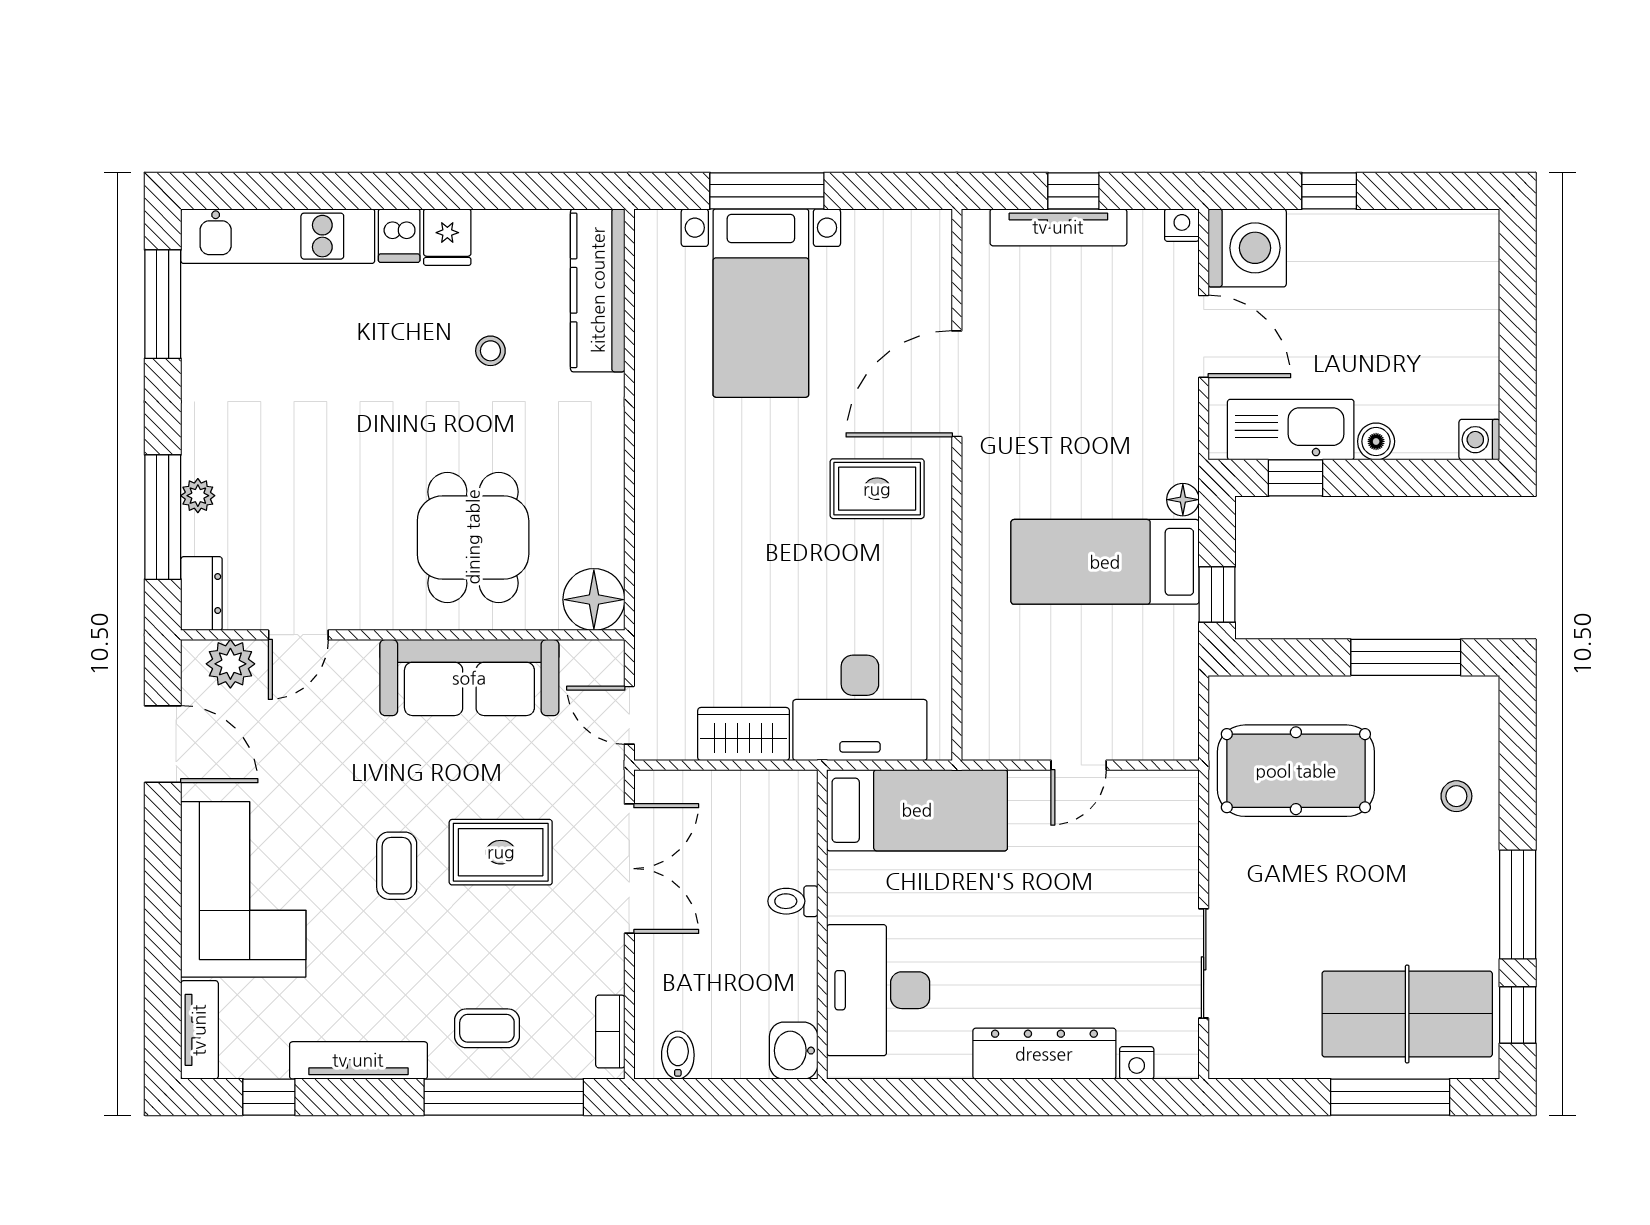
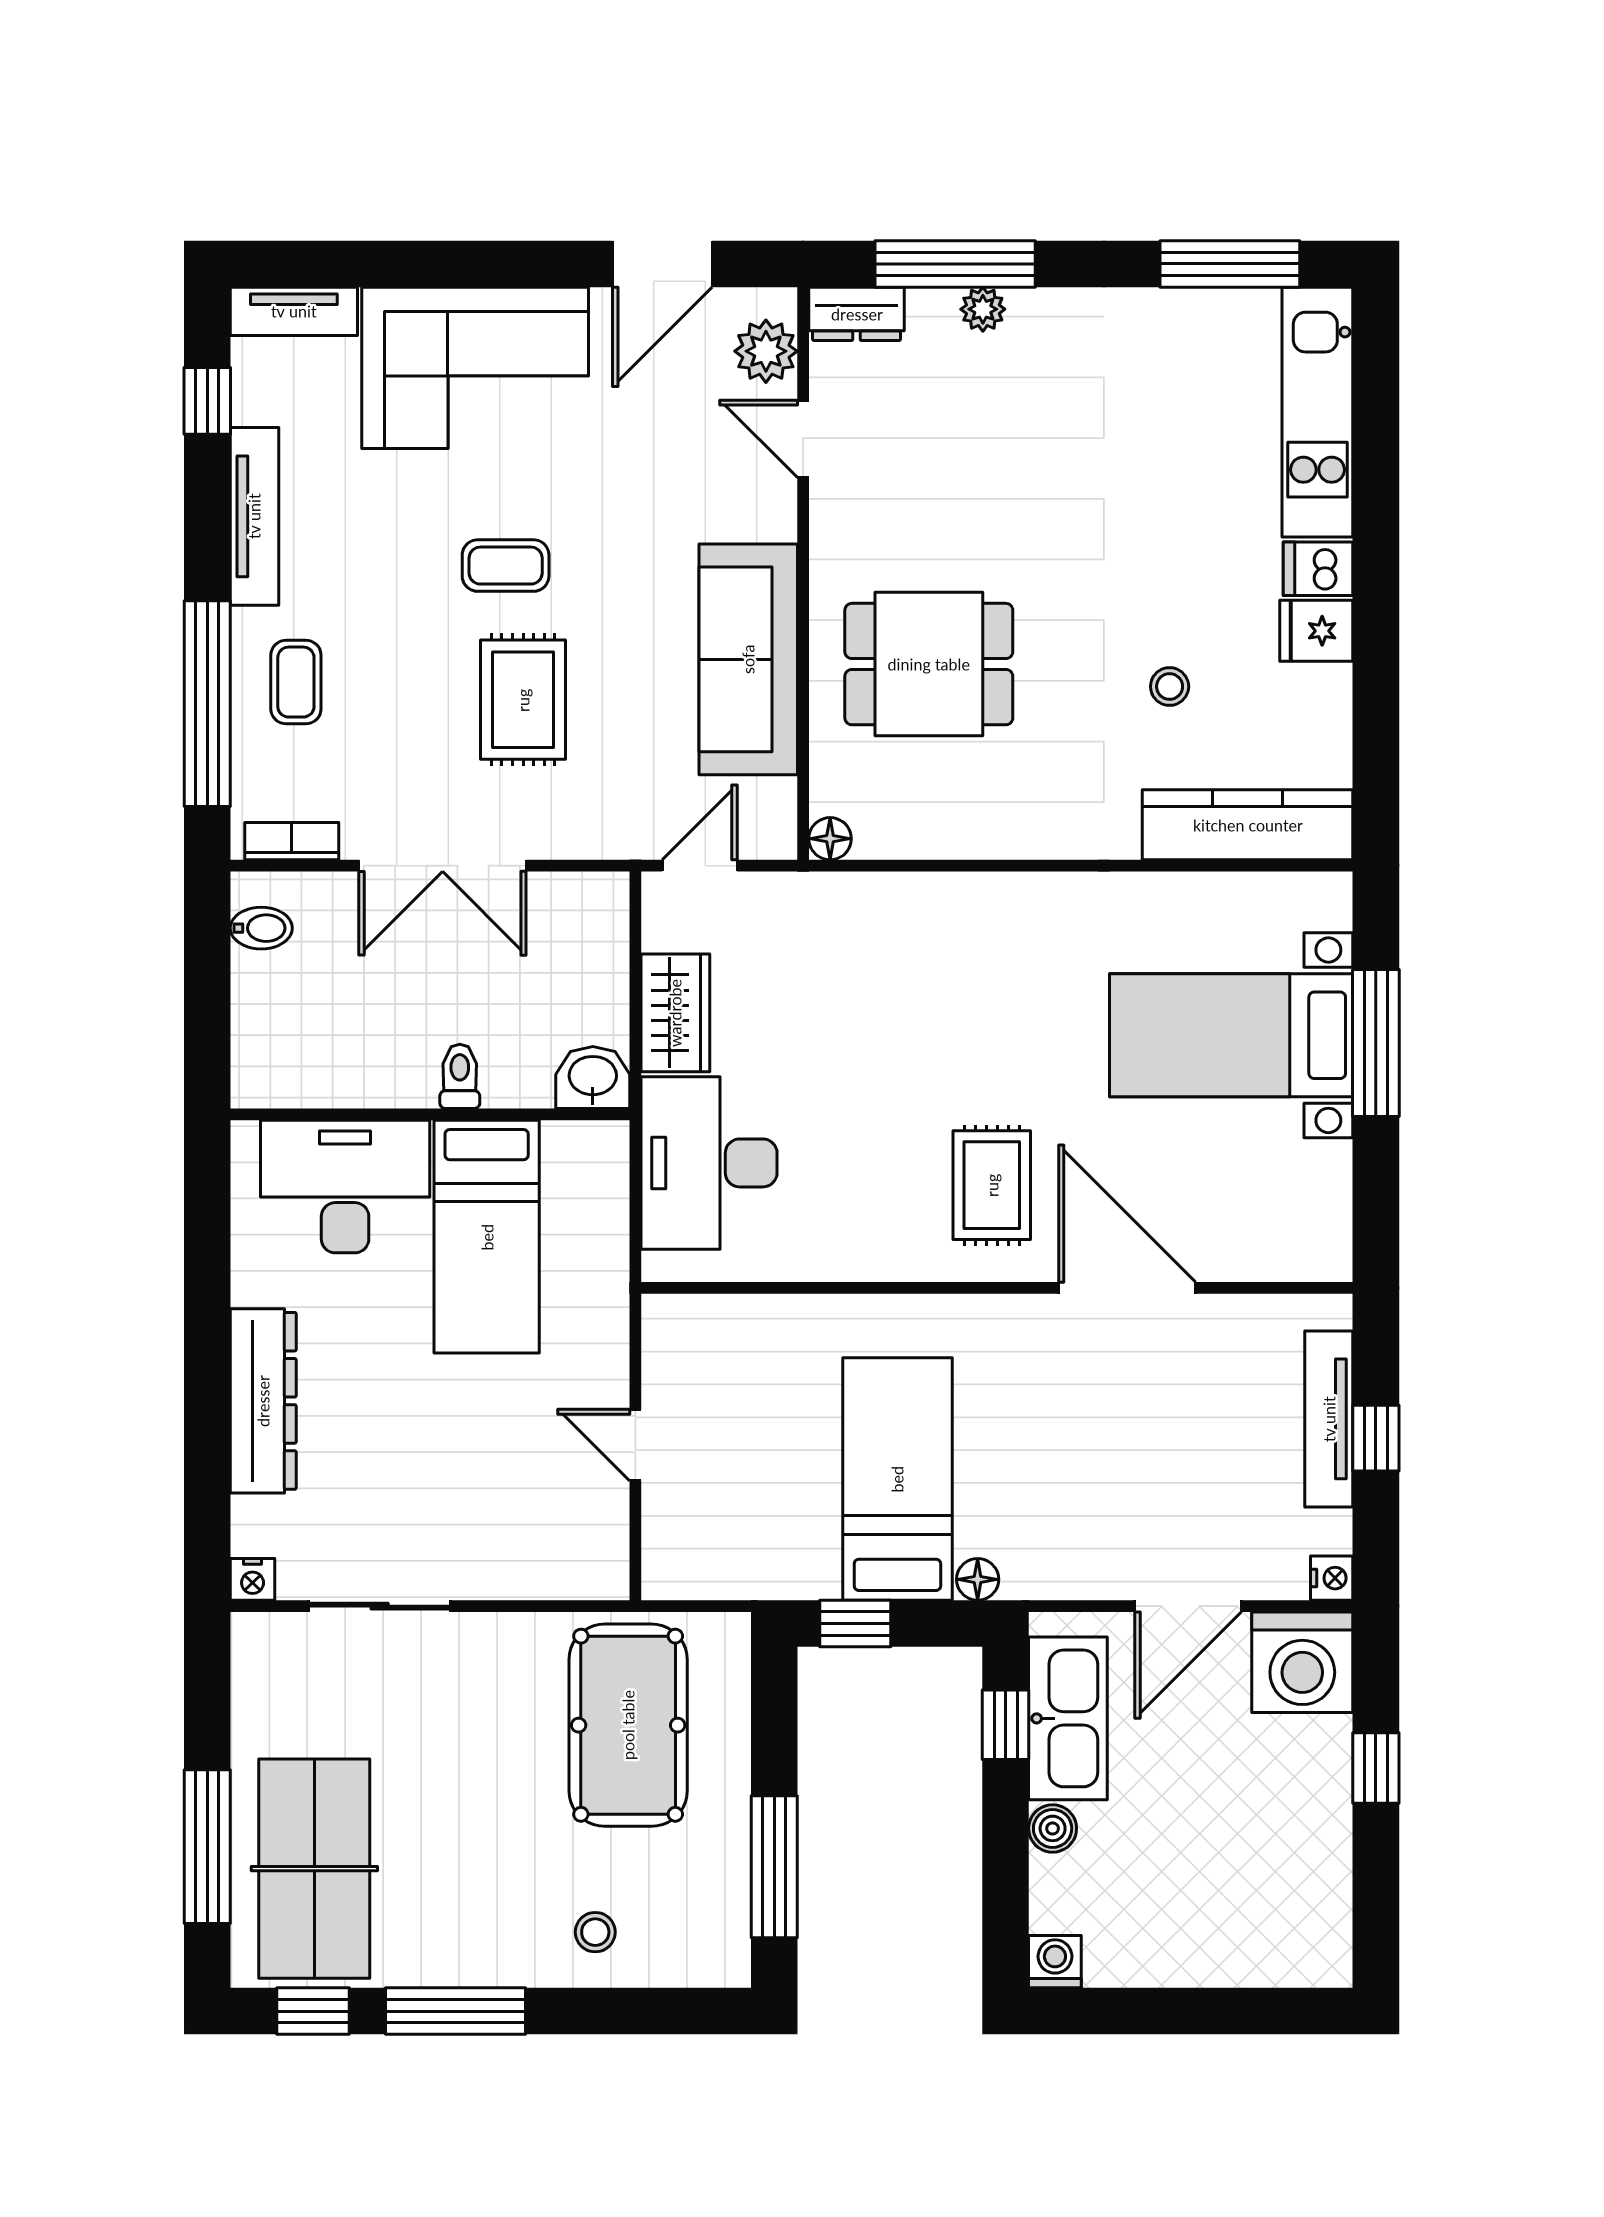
floor lamp: (594, 600) -> (830, 839), width x0.53, depth x0.53
bed: (917, 810) -> (487, 1237), moved
double door: (629, 869) -> (443, 866), moved
washbasin: (794, 1051) -> (593, 1077), moved
nightstand: (1137, 1063) -> (253, 1579), moved, turned -90

